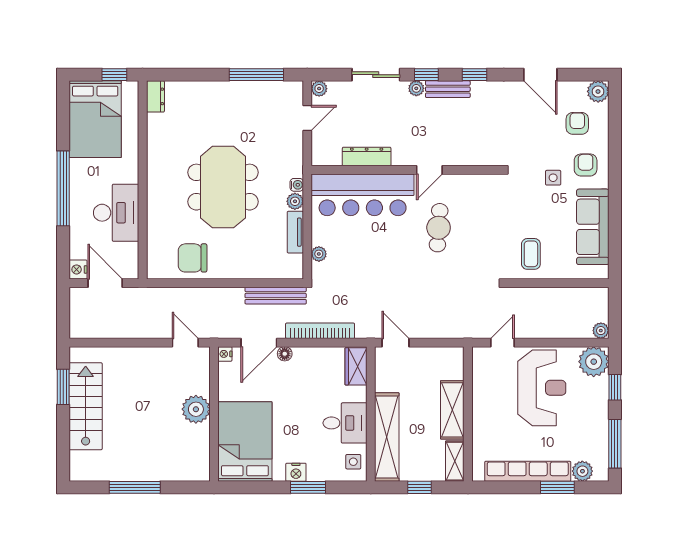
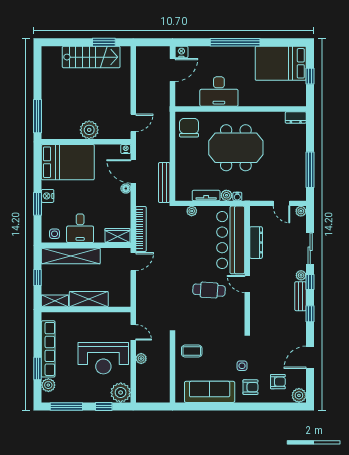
dresser: (155, 96) -> (296, 118), moved
wall: (143, 180) -> (241, 109), moved
desk: (116, 213) -> (219, 92), moved
bookcase: (320, 331) -> (141, 229), moved
plant: (601, 331) -> (141, 359), moved
window: (135, 487) -> (38, 116), moved

